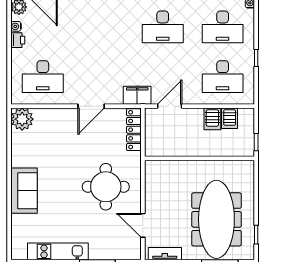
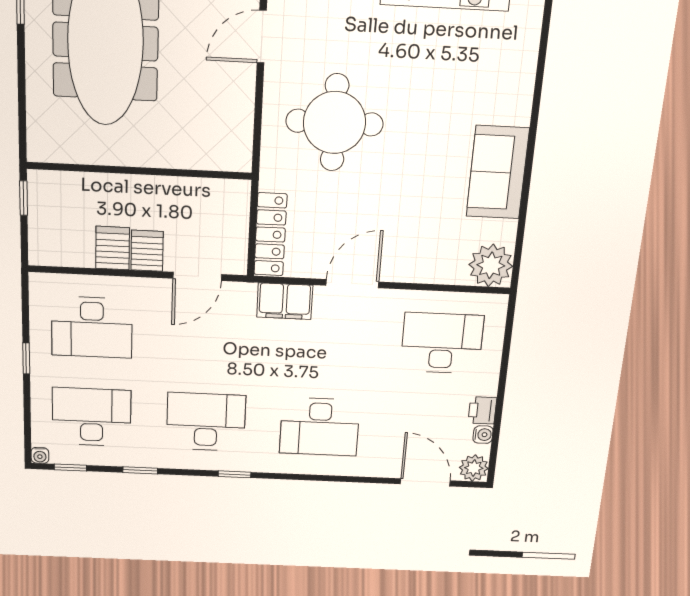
desk: (103, 27) -> (320, 427), added
desk: (223, 77) -> (92, 327), turned 180
filing cabinet: (137, 95) -> (285, 301), moved
server rack: (230, 118) -> (147, 251), moved
sofa: (24, 191) -> (498, 172), moved
door: (143, 225) -> (262, 37), swing flipped

